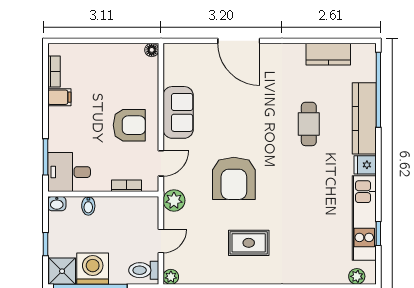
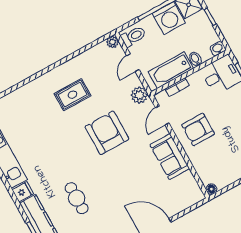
bathtub: (123, 209) -> (171, 70), added

